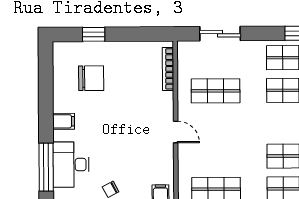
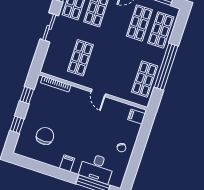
window: (139, 34) -> (27, 95), added
sliding door: (220, 34) -> (49, 27), moved
door: (176, 132) -> (98, 93), swing flipped

